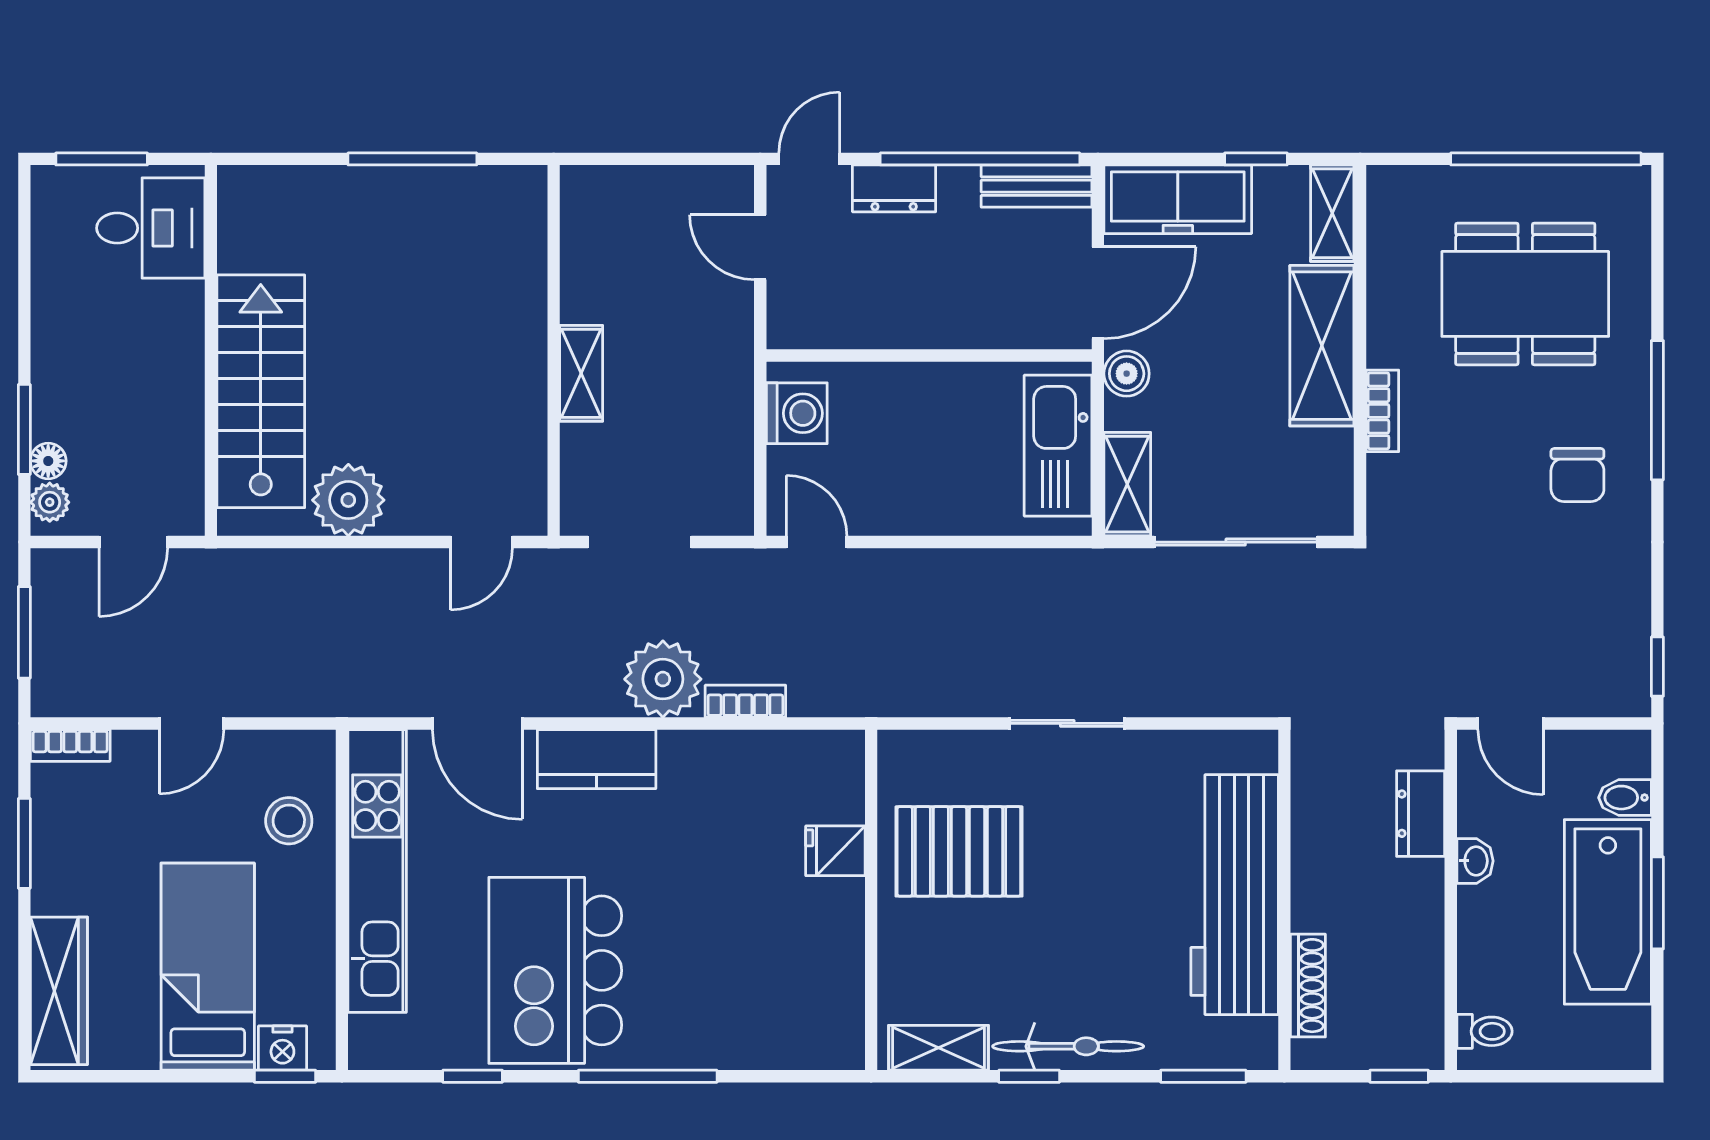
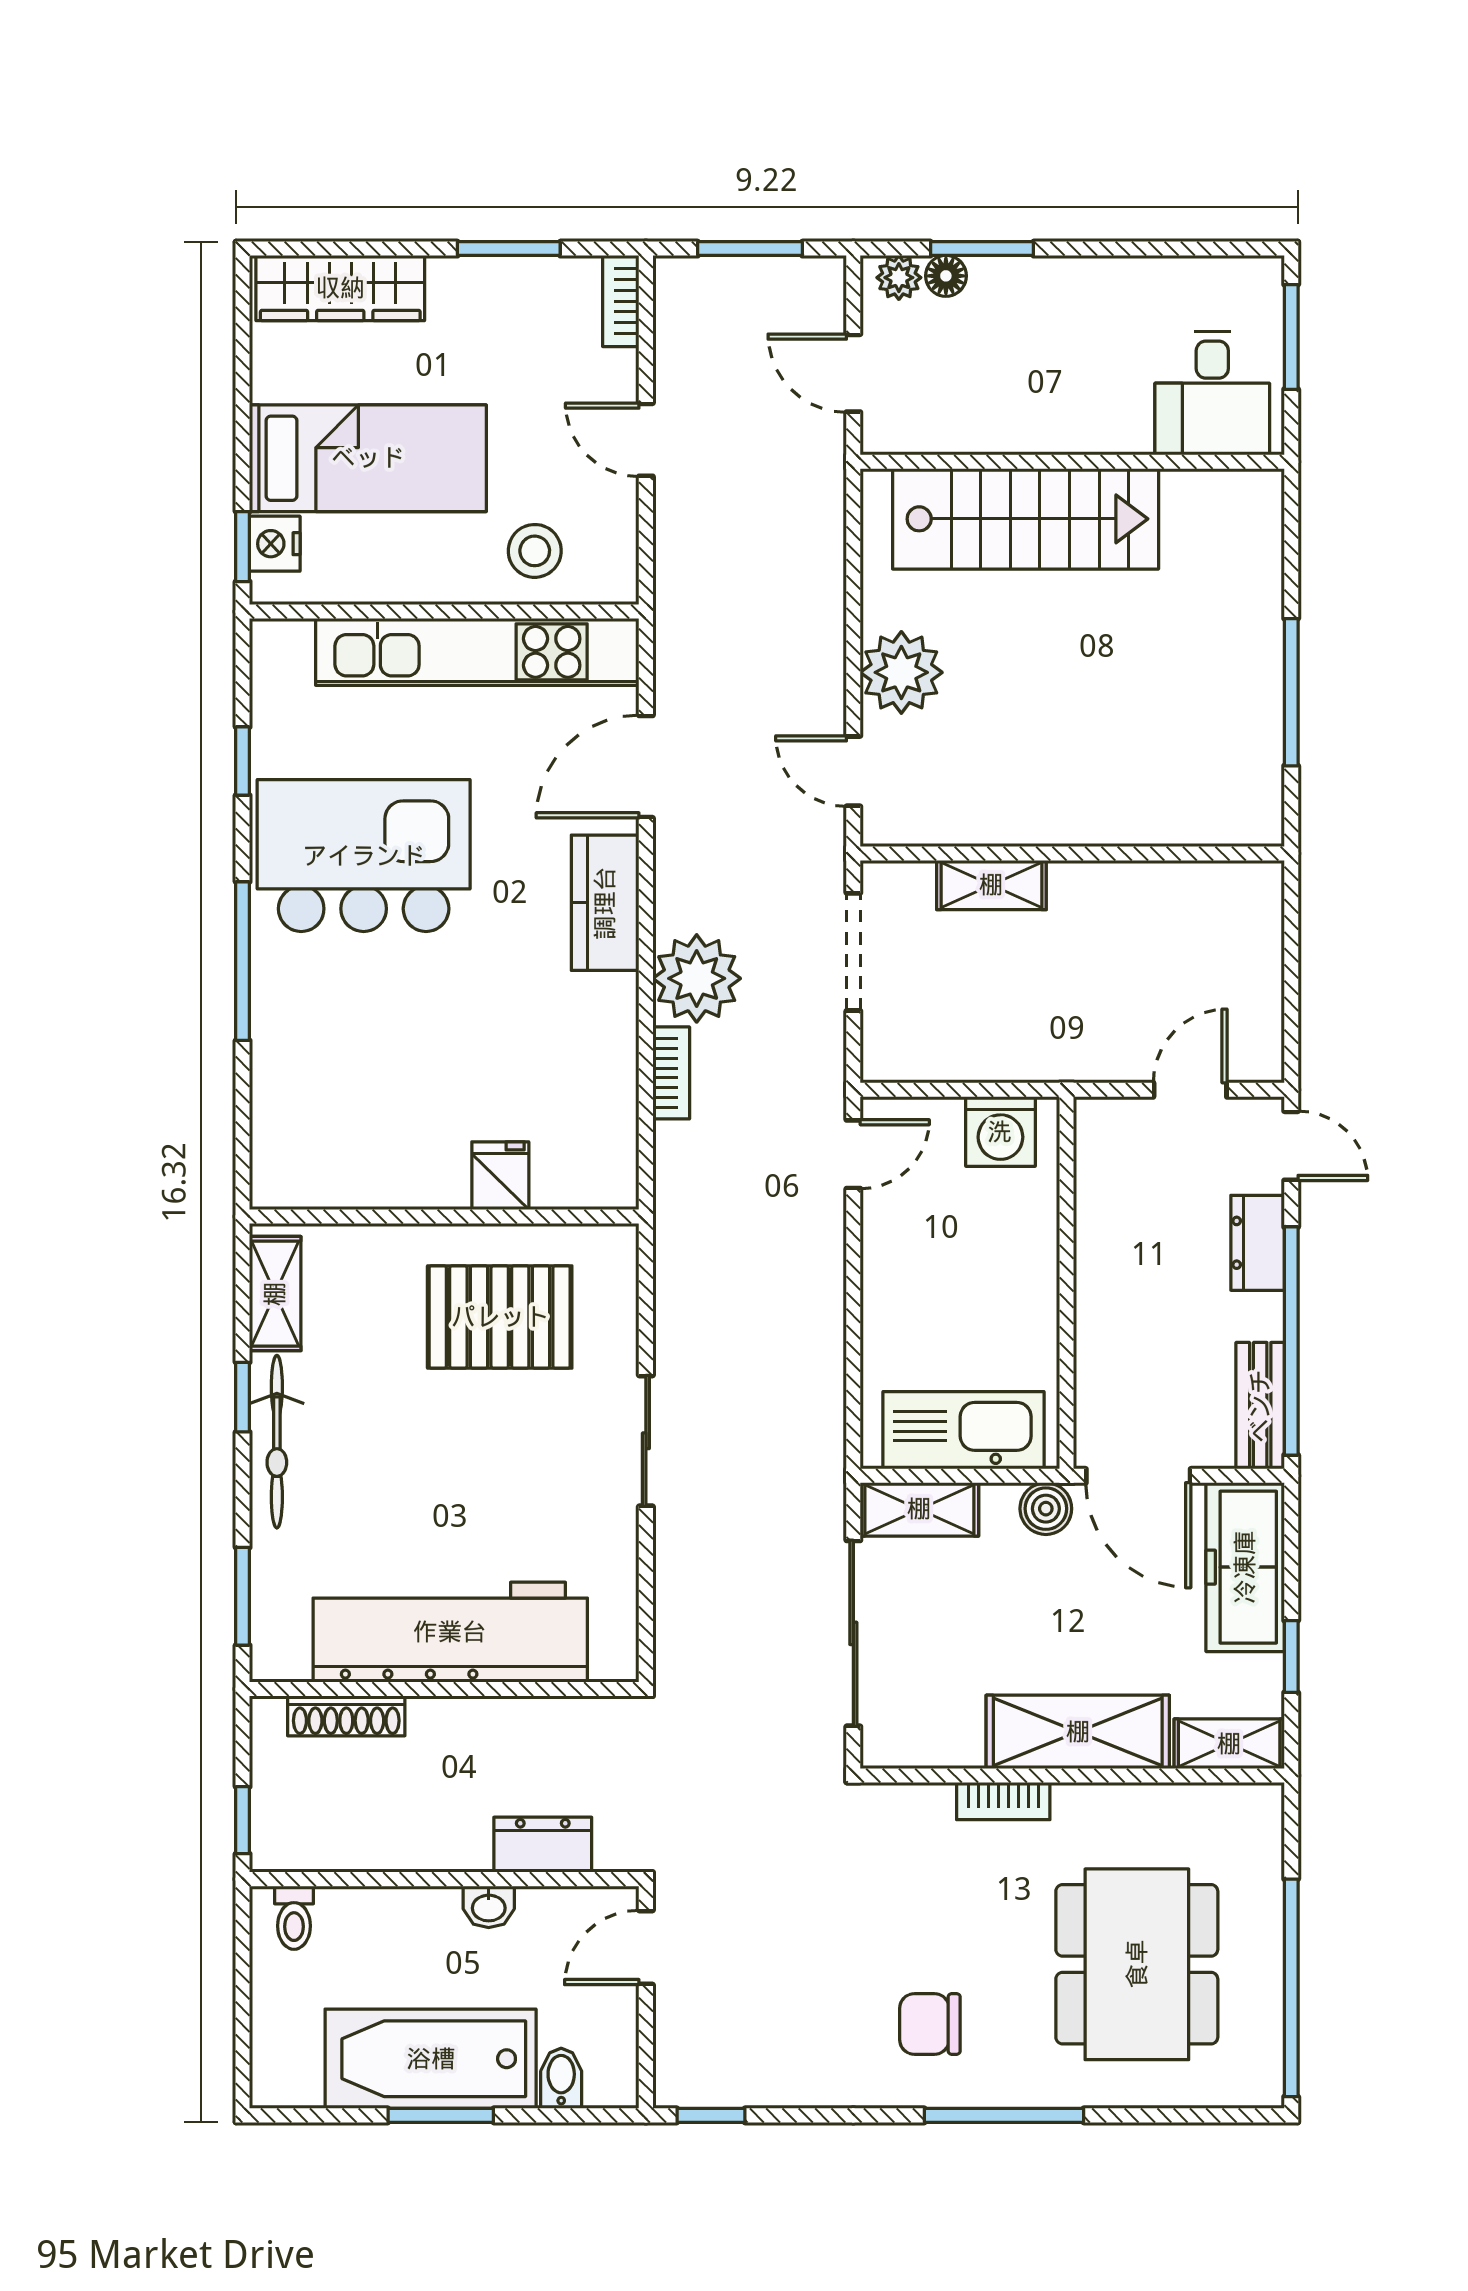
shelving: (581, 373) -> (991, 885), moved
plant: (348, 500) -> (901, 672), moved
pallet: (959, 851) -> (500, 1317), turned 90

